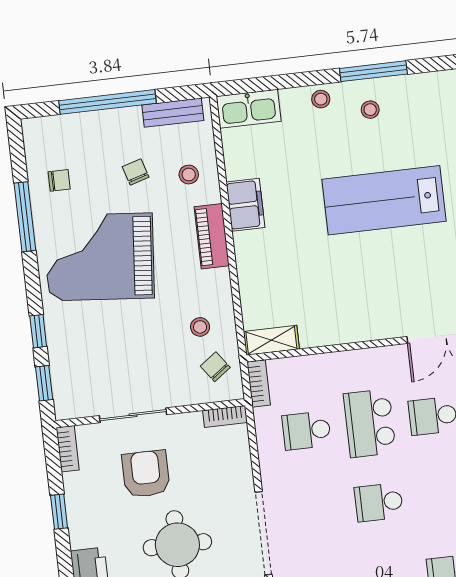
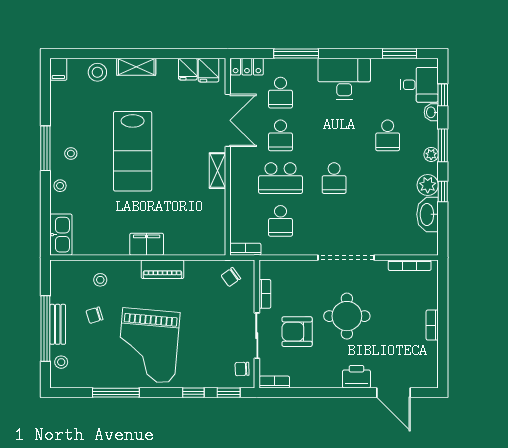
bench: (173, 113) -> (58, 324), moved
chair: (59, 180) -> (242, 369), moved, turned -92
filing cabinet: (245, 205) -> (147, 244), moved
piano: (212, 236) -> (162, 269), moved
stool: (200, 327) -> (61, 362), moved
shelving: (271, 340) -> (217, 171), moved
bookcase: (225, 416) -> (265, 294), moved
window: (59, 512) -> (316, 393), removed

